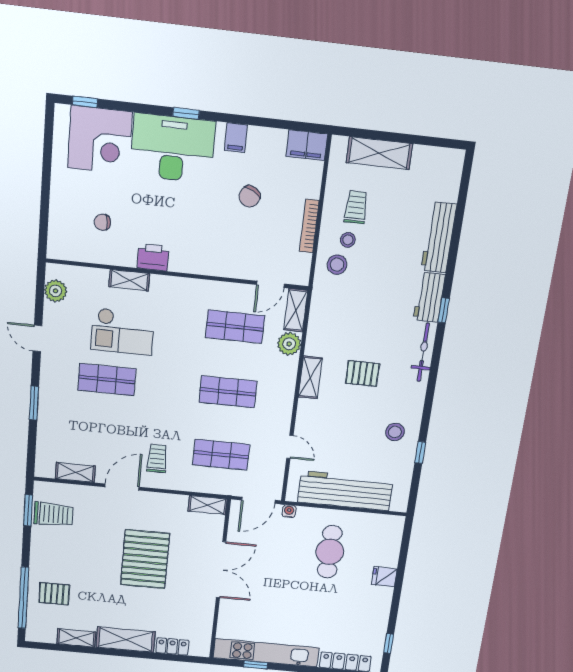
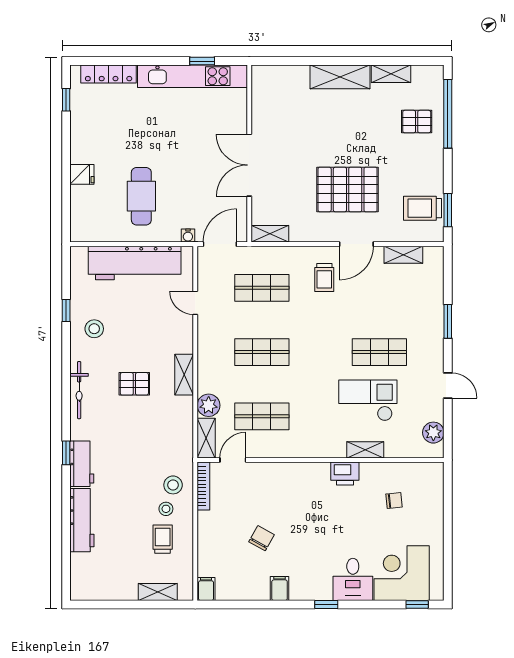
filing cabinet: (307, 145) -> (206, 589), width x0.50
desk: (173, 148) -> (353, 579), width x0.53, depth x0.77
shelving: (379, 153) -> (158, 592), width x0.67, depth x0.75
trolley: (356, 207) -> (163, 539), turned 180
bookcase: (309, 226) -> (203, 486), moved
bicycle: (423, 352) -> (79, 390), moved
pallet: (145, 559) -> (348, 189), moved, turned 90
locker: (172, 646) -> (291, 74), removed

